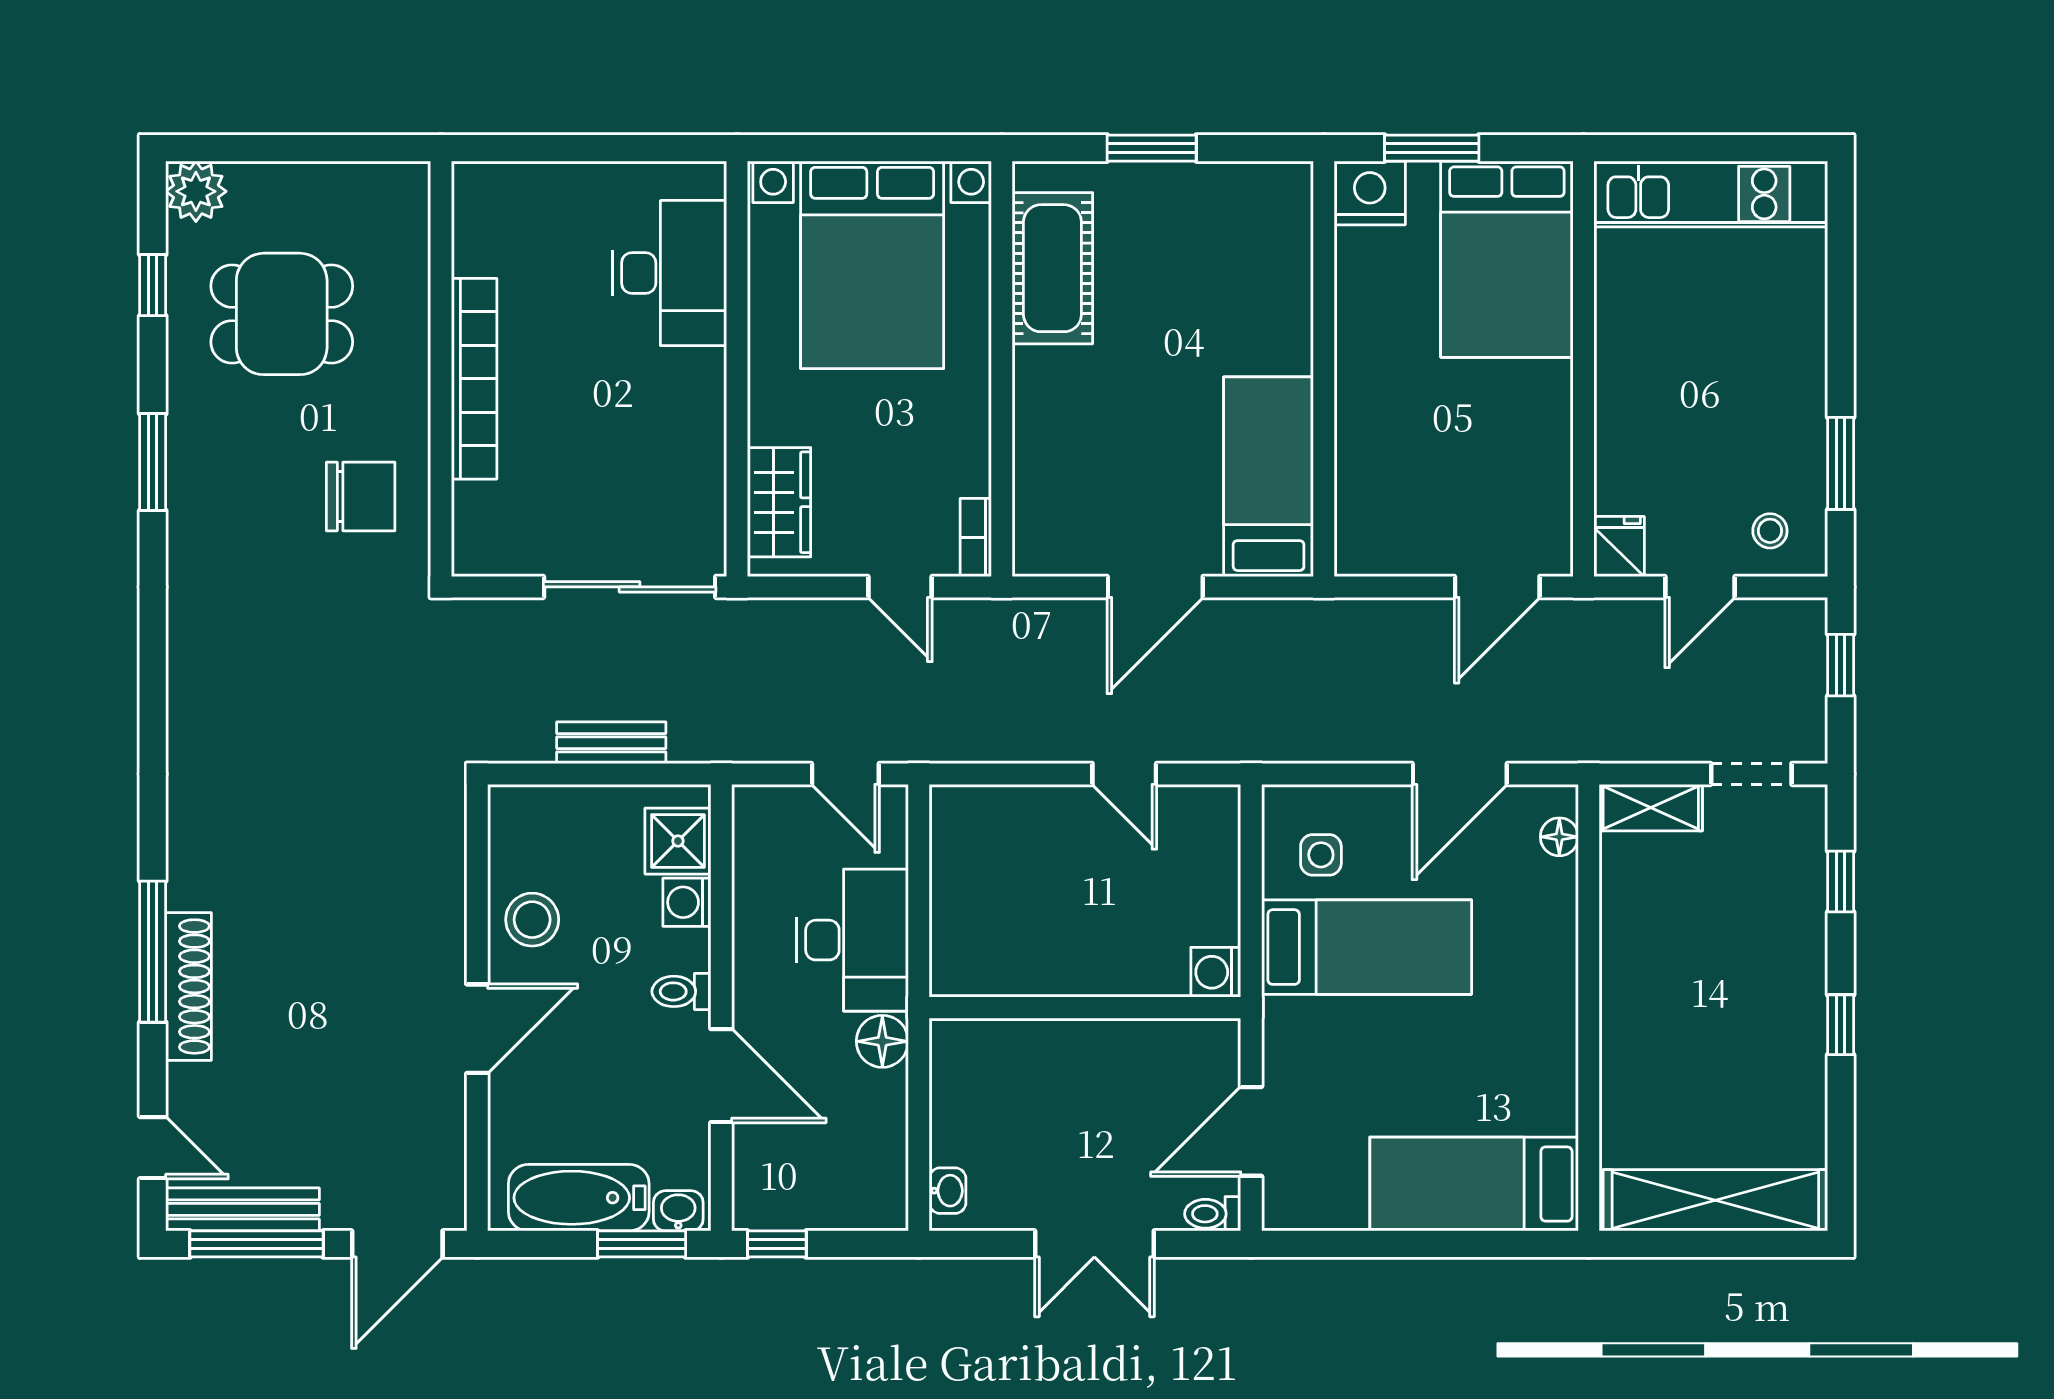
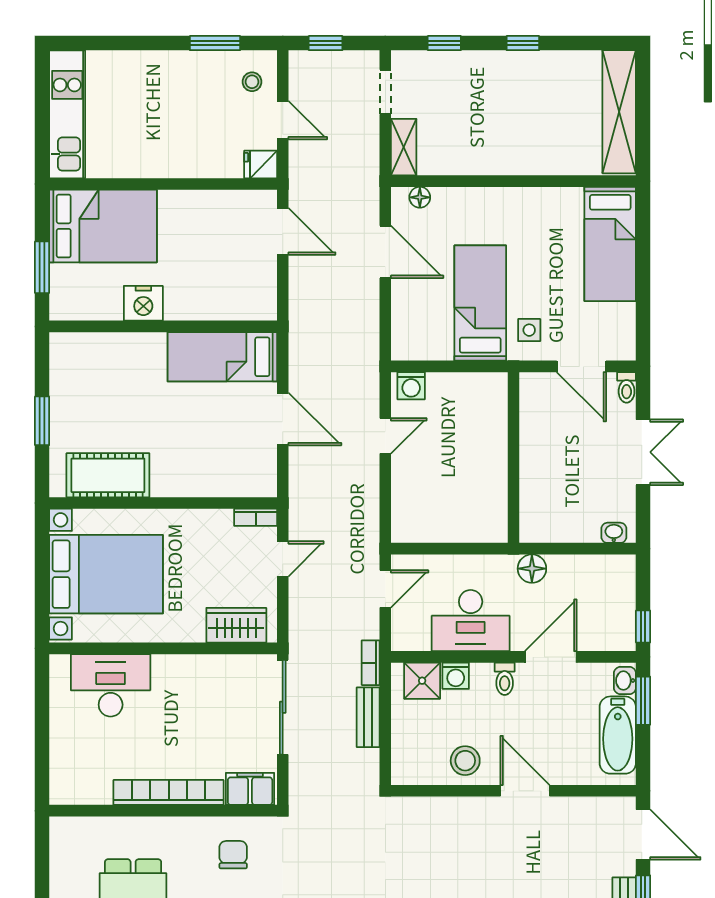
nightstand: (1370, 193) -> (143, 303), moved, turned -90
chair: (361, 497) -> (233, 855), width x0.73, depth x0.73
filing cabinet: (481, 527) -> (250, 789), added
bookcase: (711, 747) -> (371, 663), added
side table: (1321, 855) -> (529, 330), moved
desk: (853, 940) -> (471, 621), moved, turned 180
washing machine: (1216, 972) -> (411, 386), moved

